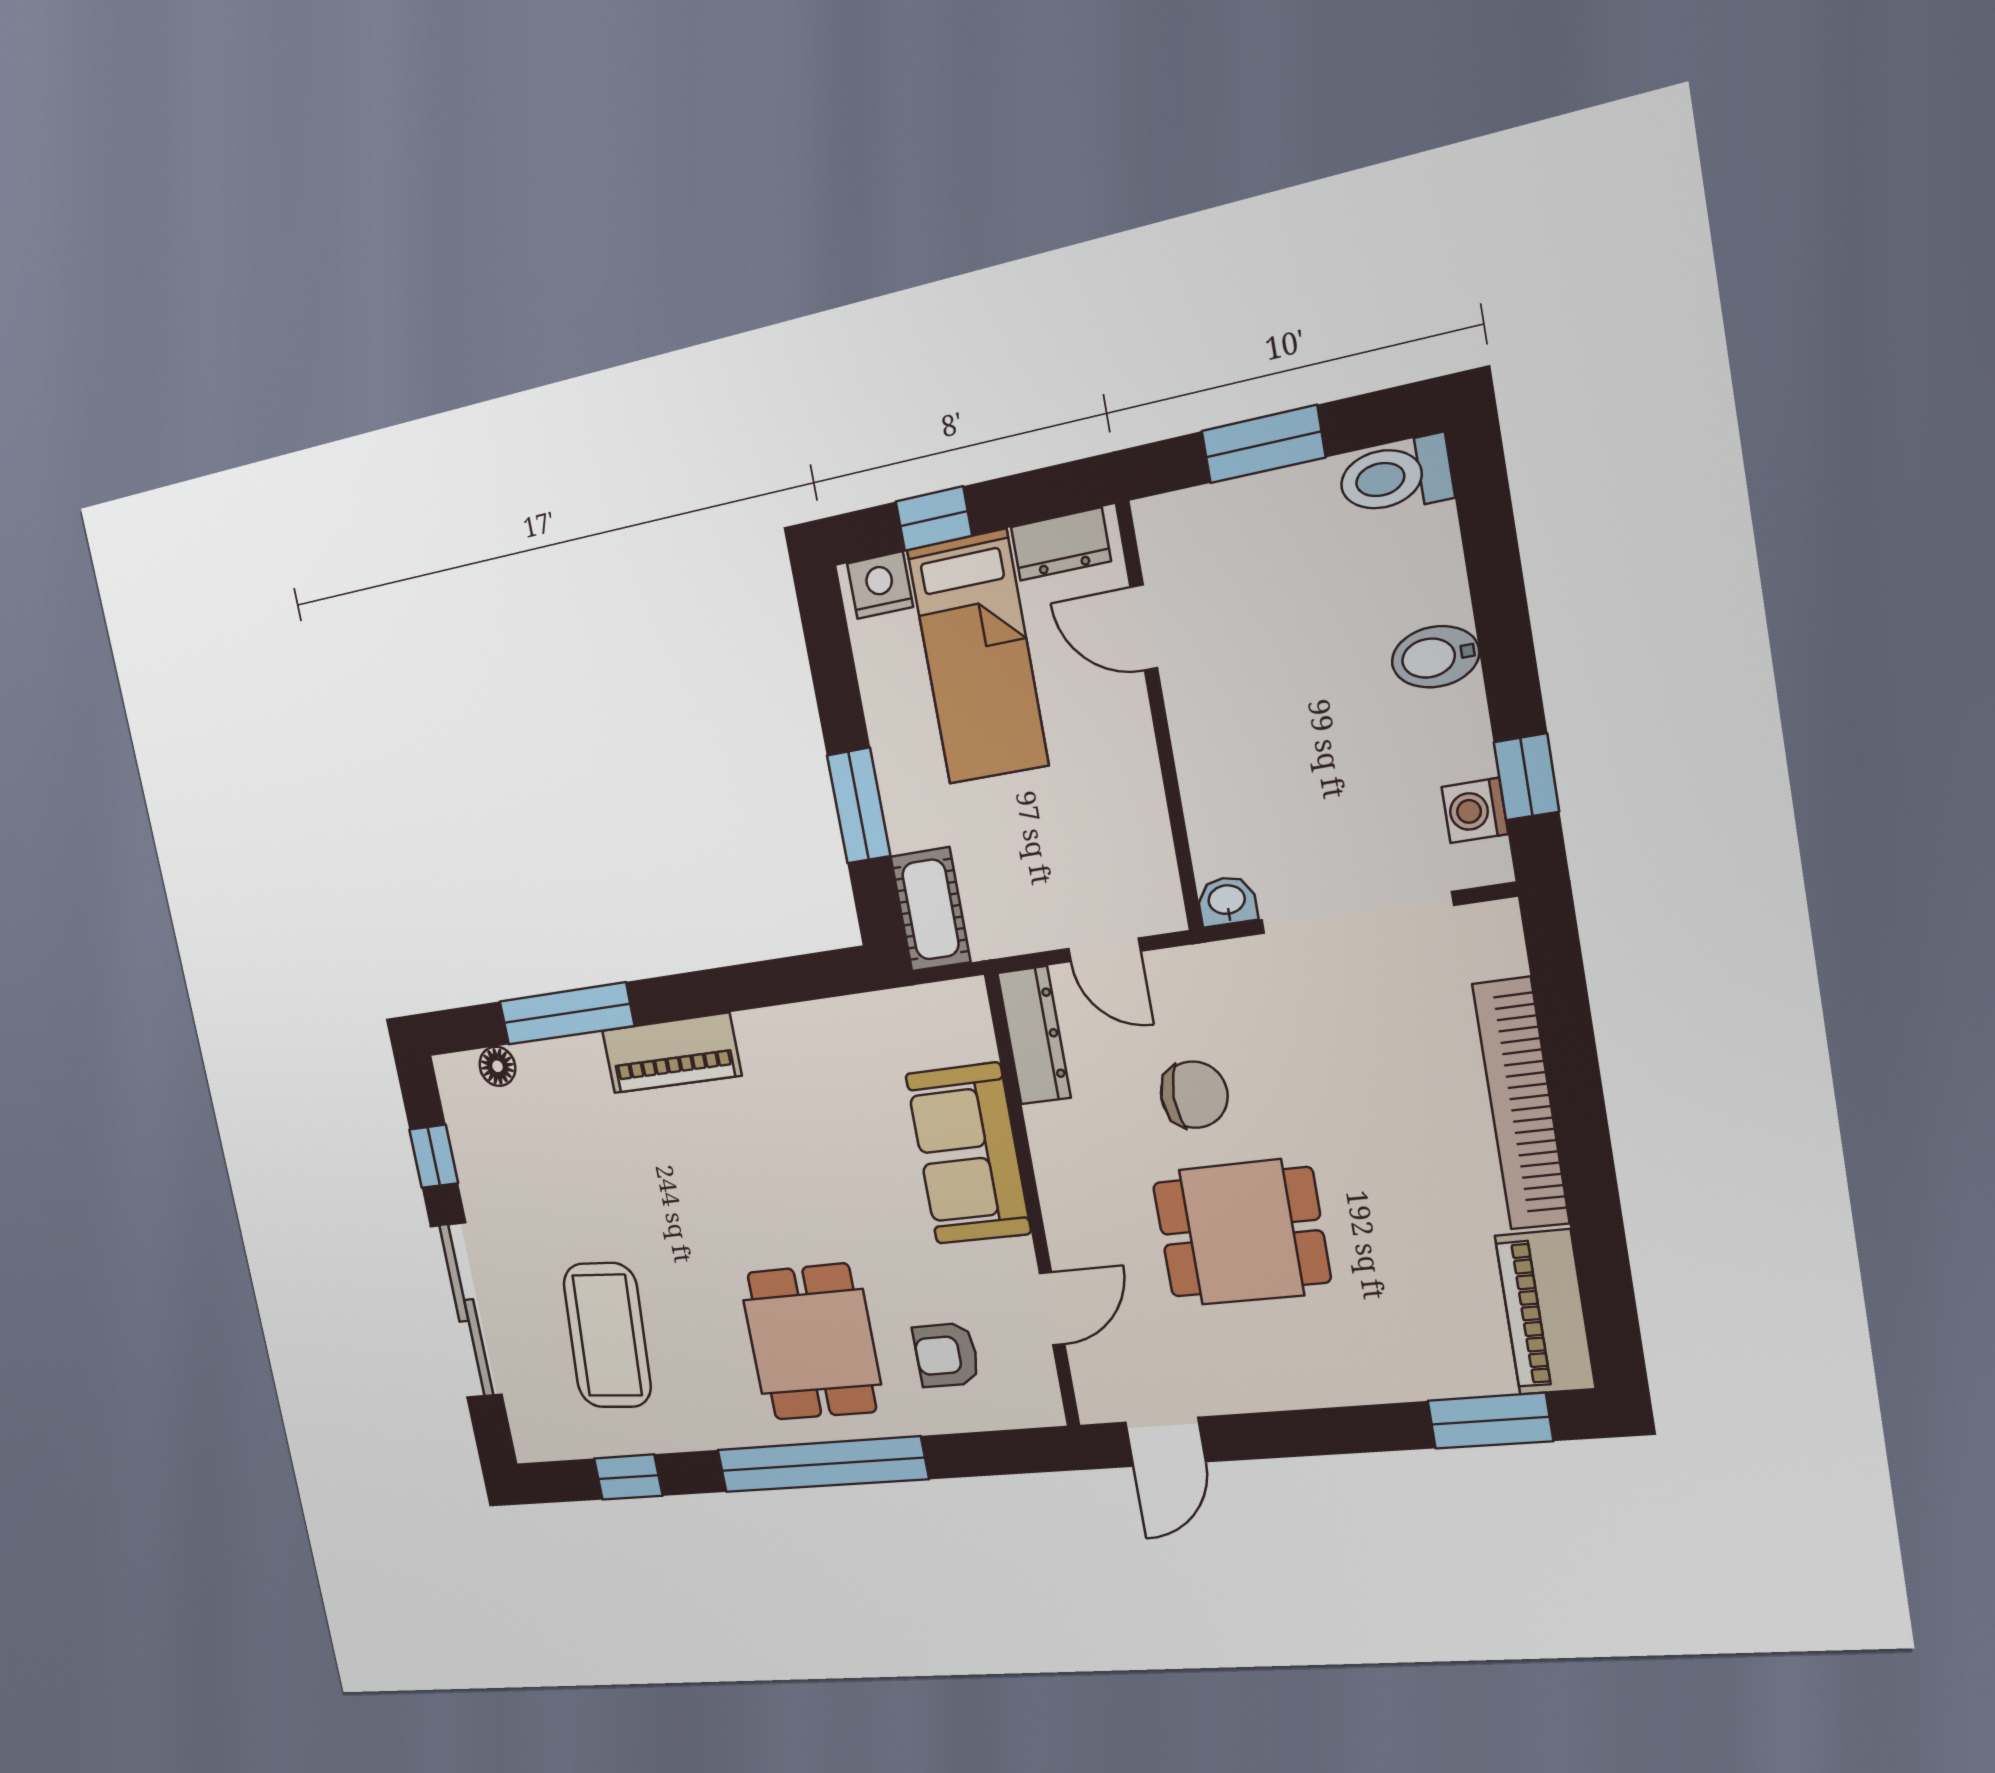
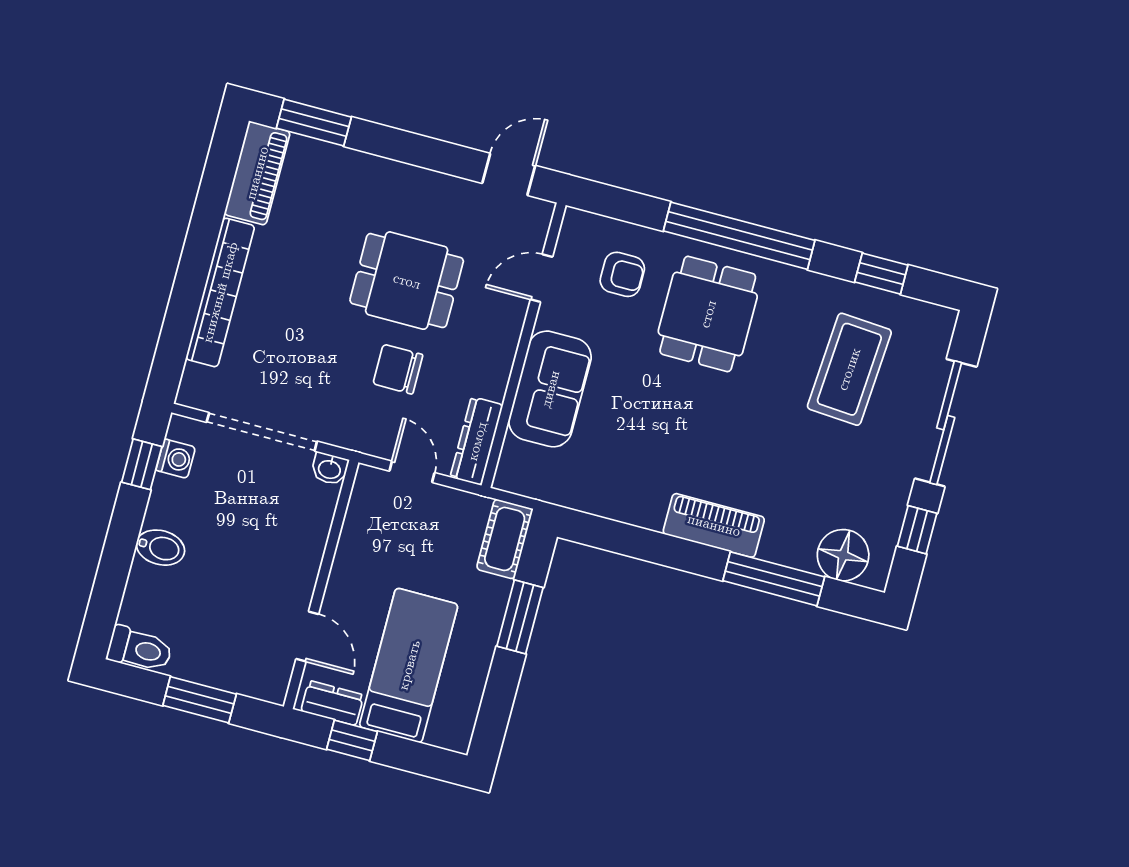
window: (934, 519) -> (352, 740), moved
nightstand: (880, 585) -> (447, 732), removed
floor lamp: (497, 1066) -> (843, 555), width x1.89, depth x1.89

